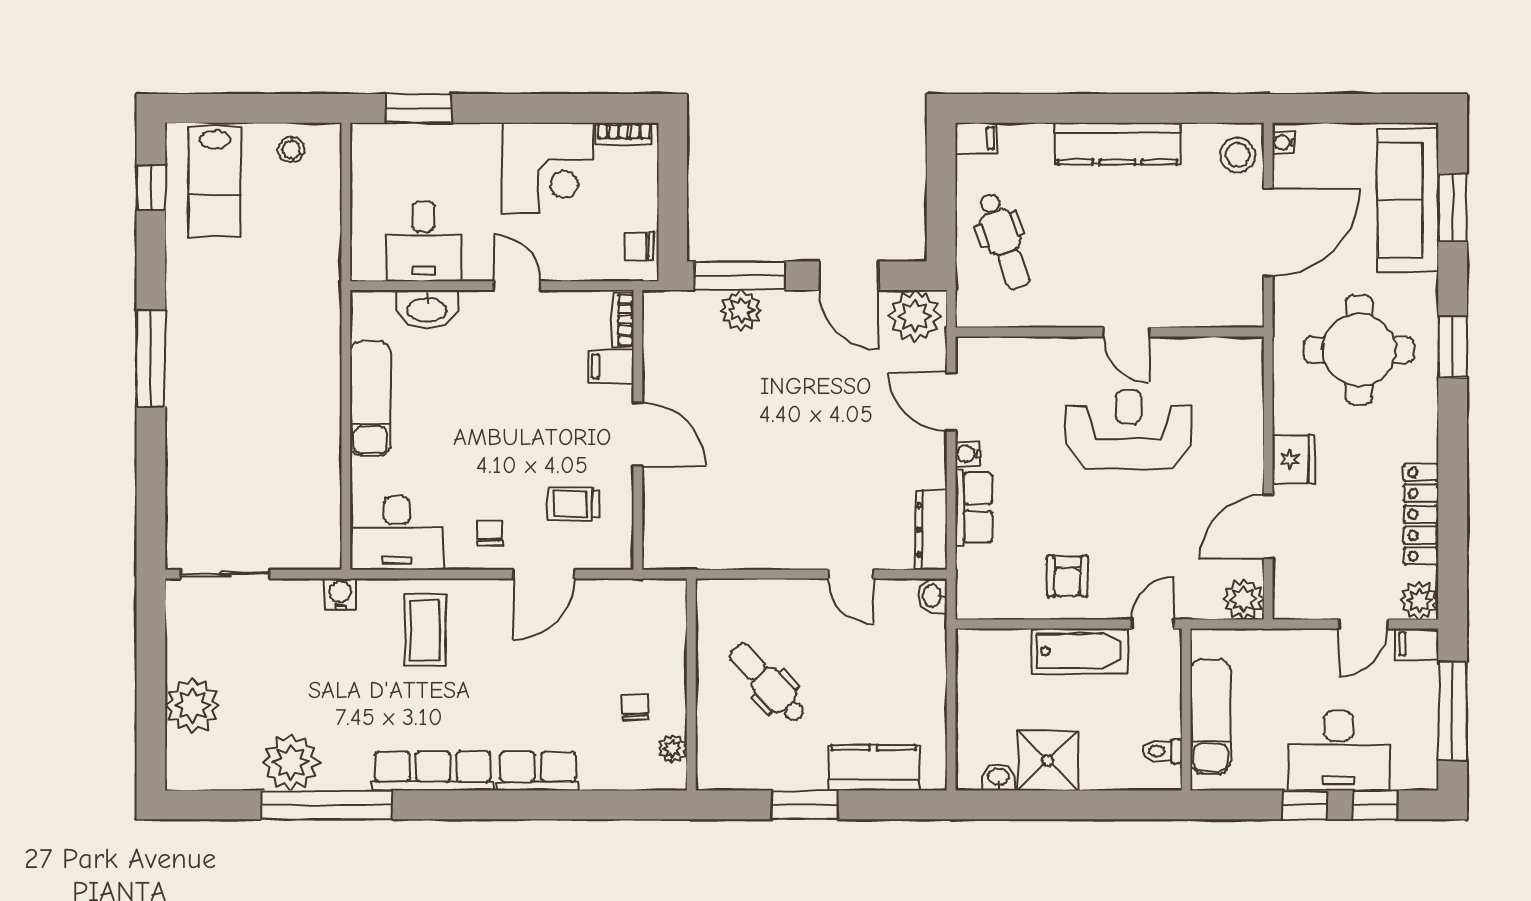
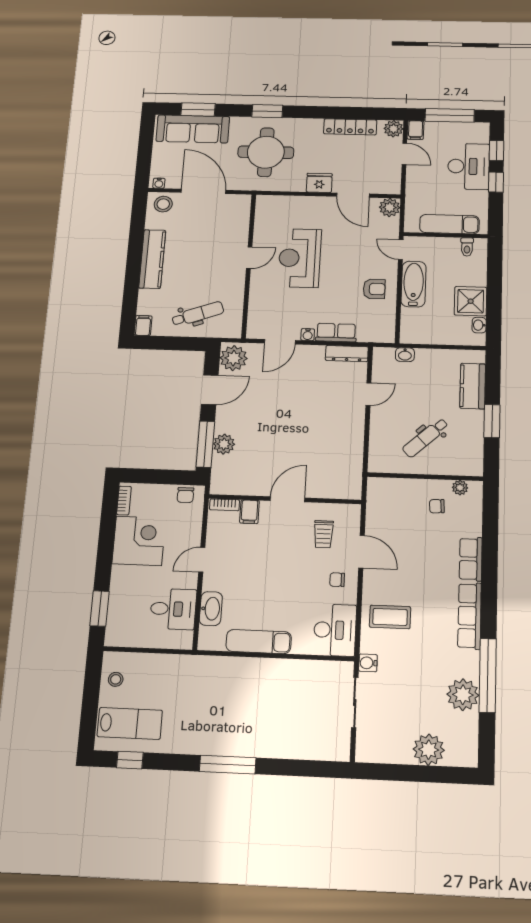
sliding door: (225, 574) -> (355, 702), moved
washbasin: (933, 596) -> (405, 355), moved

